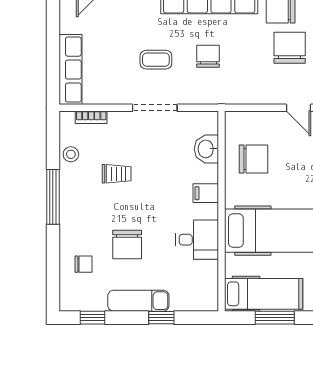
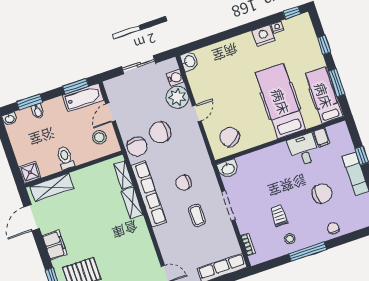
washbasin: (206, 149) -> (228, 169), moved
stool: (71, 154) -> (290, 239), moved
chair: (253, 159) -> (230, 137), moved, turned -38
filing cabinet: (206, 193) -> (321, 137), moved
chair: (83, 264) -> (333, 228), moved

